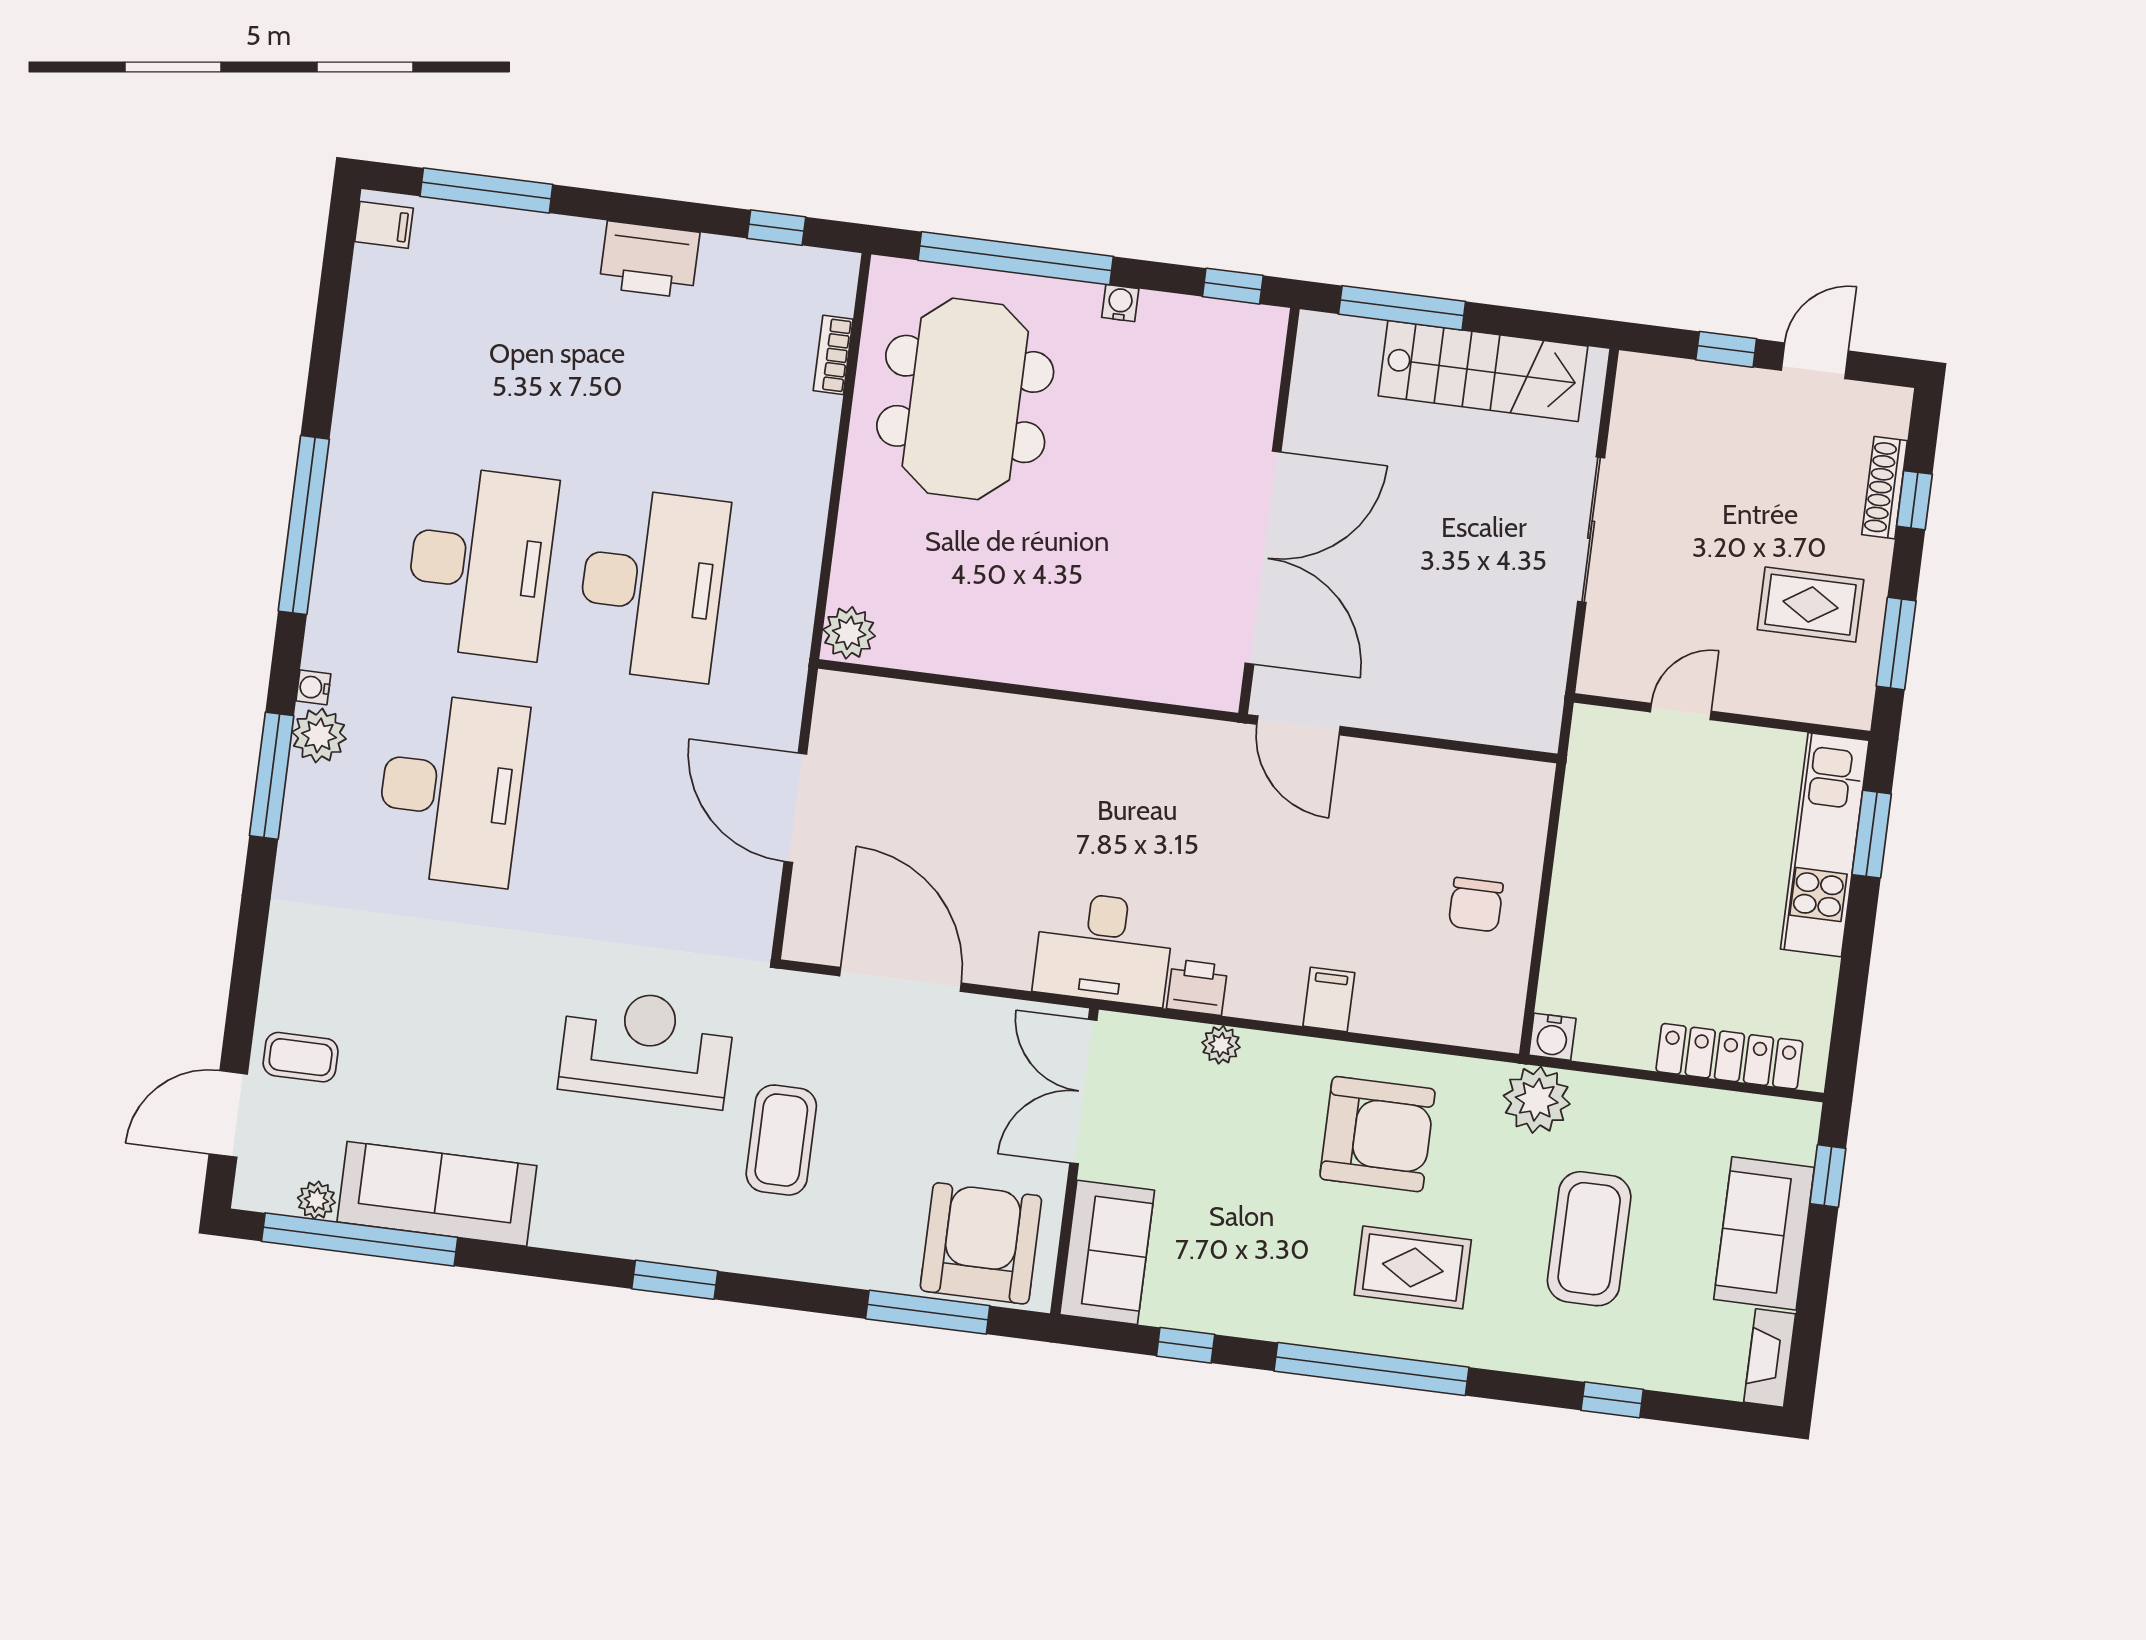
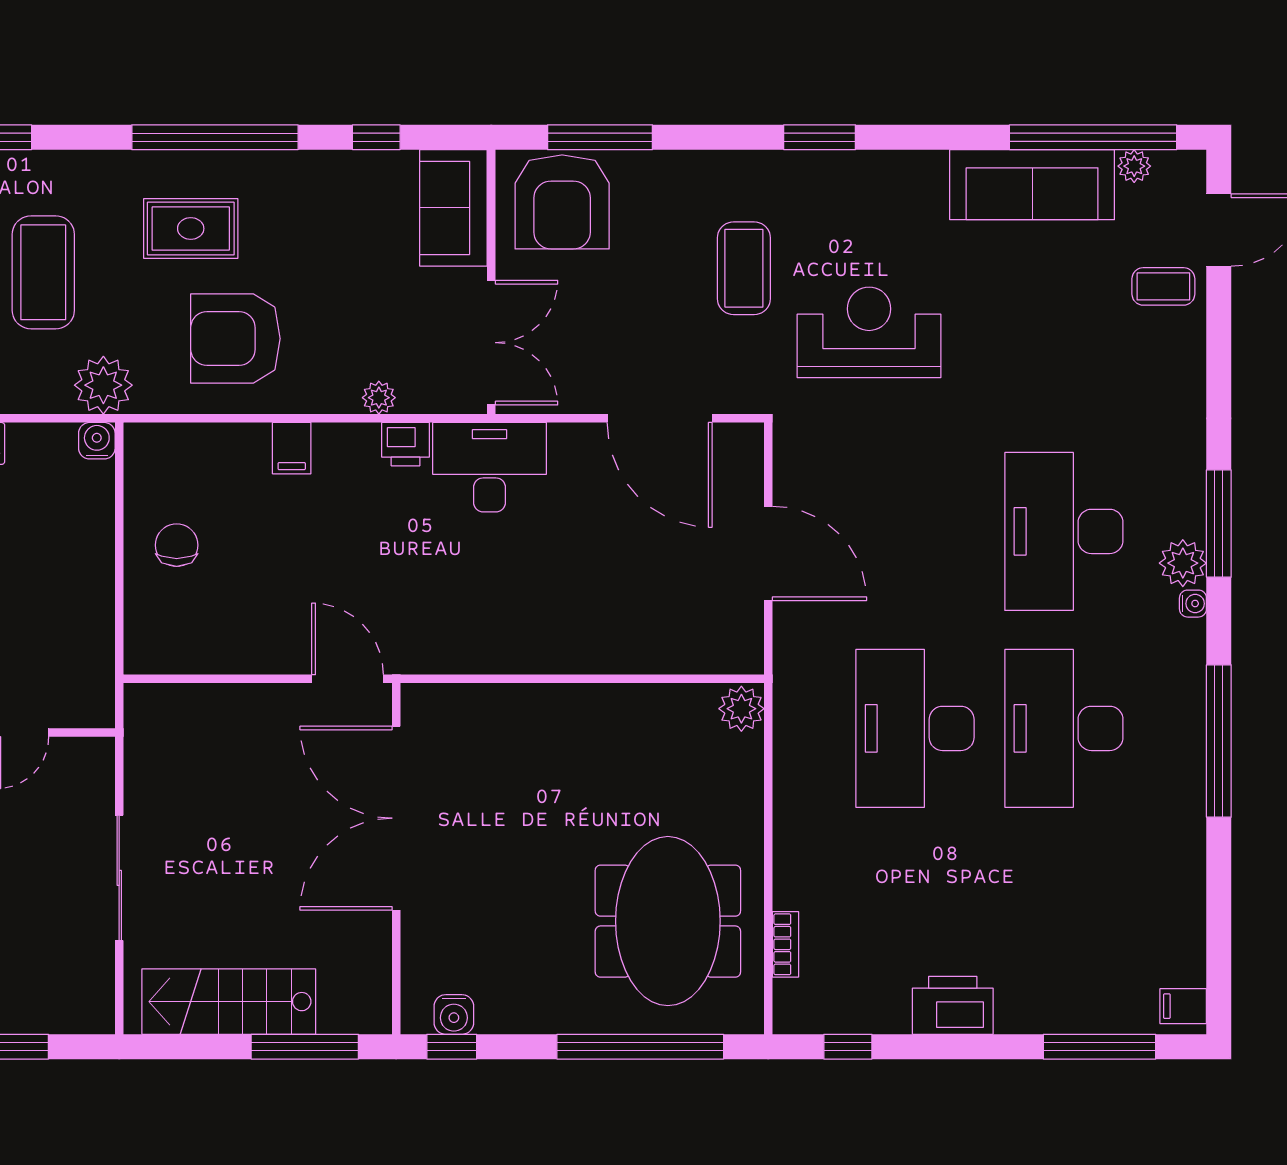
water cooler: (1120, 303) -> (454, 1014), moved, width x1.38, depth x1.38
reception desk: (647, 1048) -> (869, 332), turned 180

